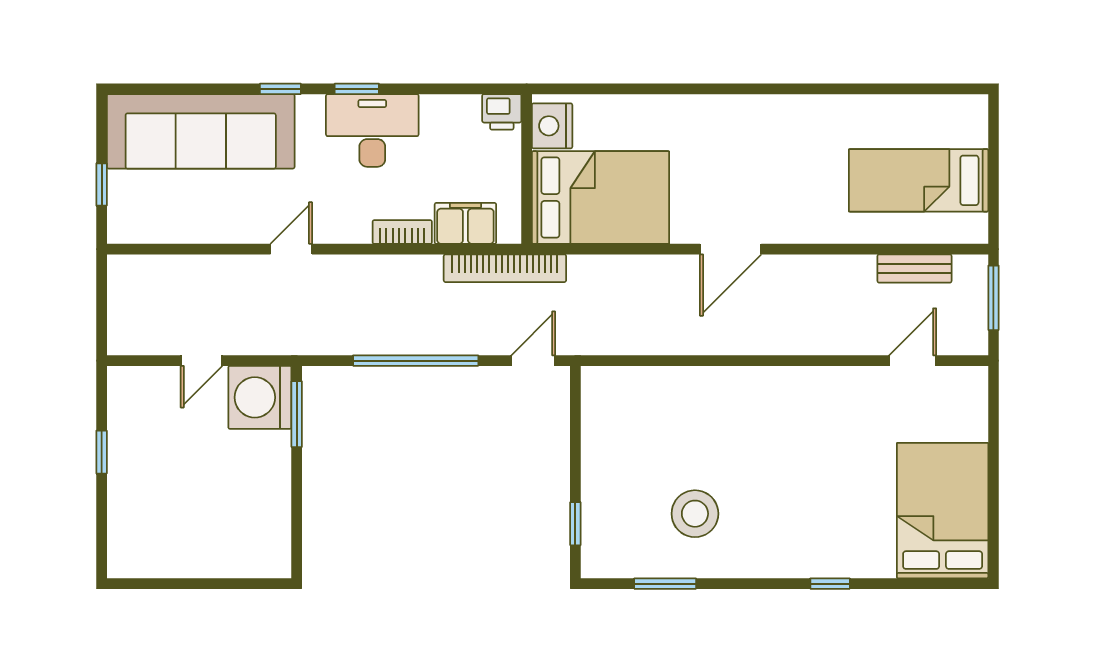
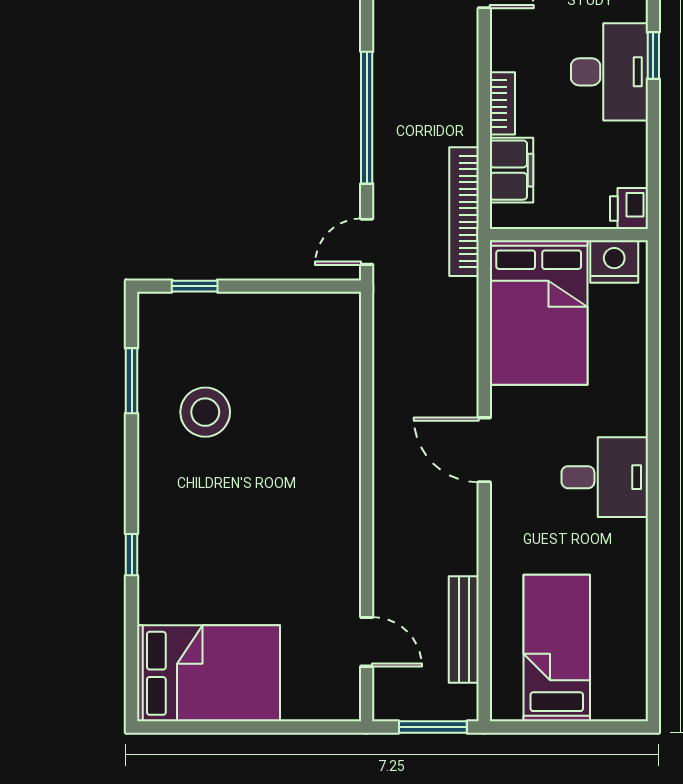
desk: (757, 135) -> (605, 477), added
bench: (915, 268) -> (464, 629), width x1.36
door: (533, 361) -> (367, 242), swing flipped

